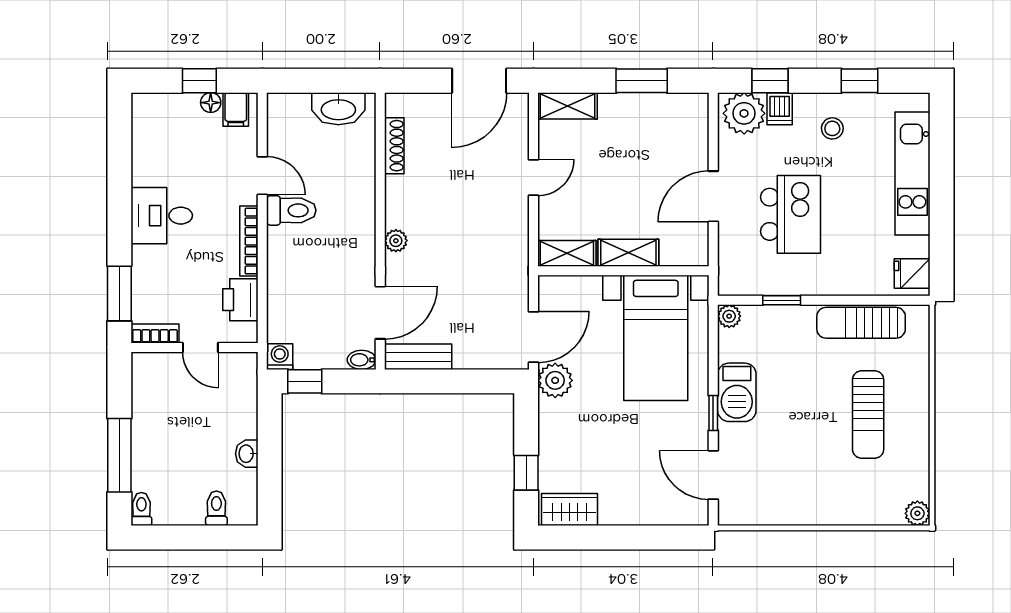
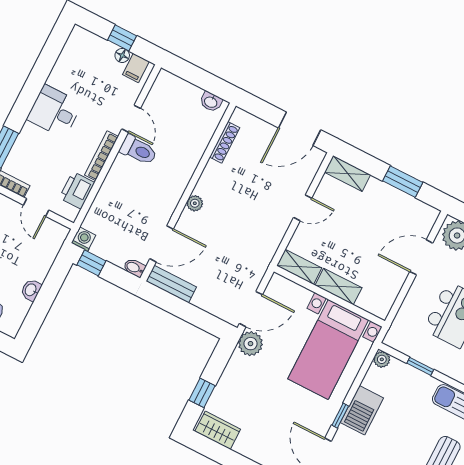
washbasin: (338, 109) -> (211, 102), width x0.52, depth x0.69
door: (713, 196) -> (421, 257), moved

